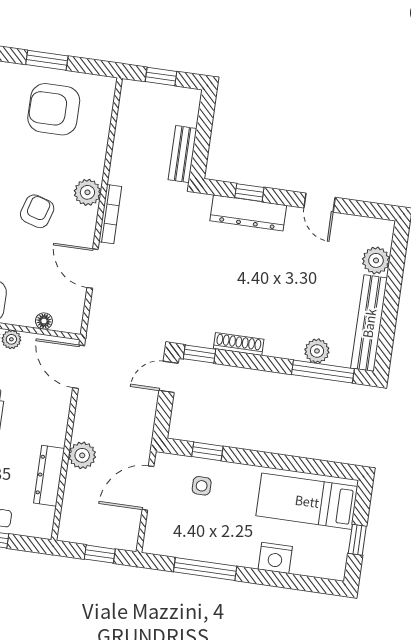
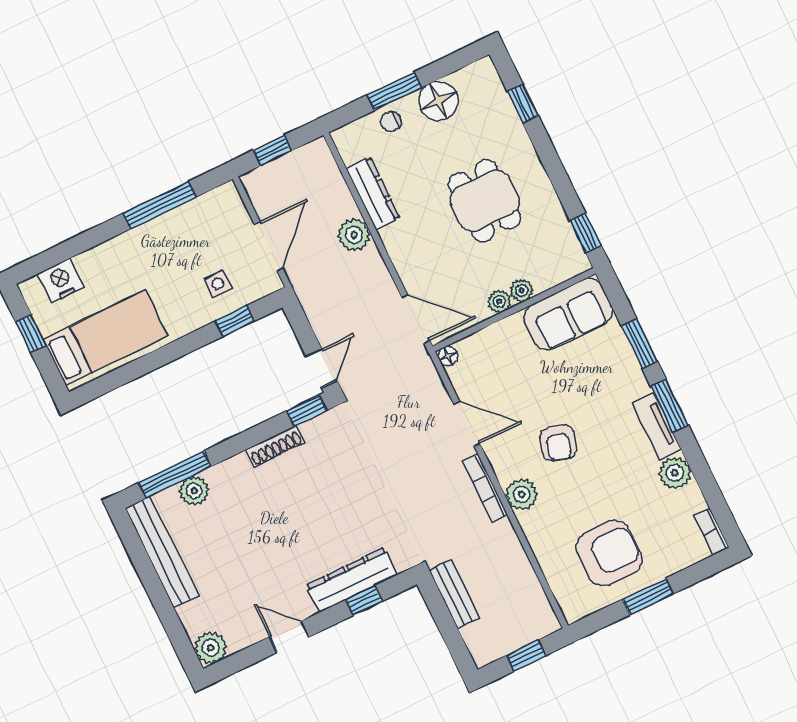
plant: (376, 260) -> (211, 648), moved
floor lamp: (44, 321) -> (448, 356), moved
nightstand: (275, 558) -> (61, 280), moved

